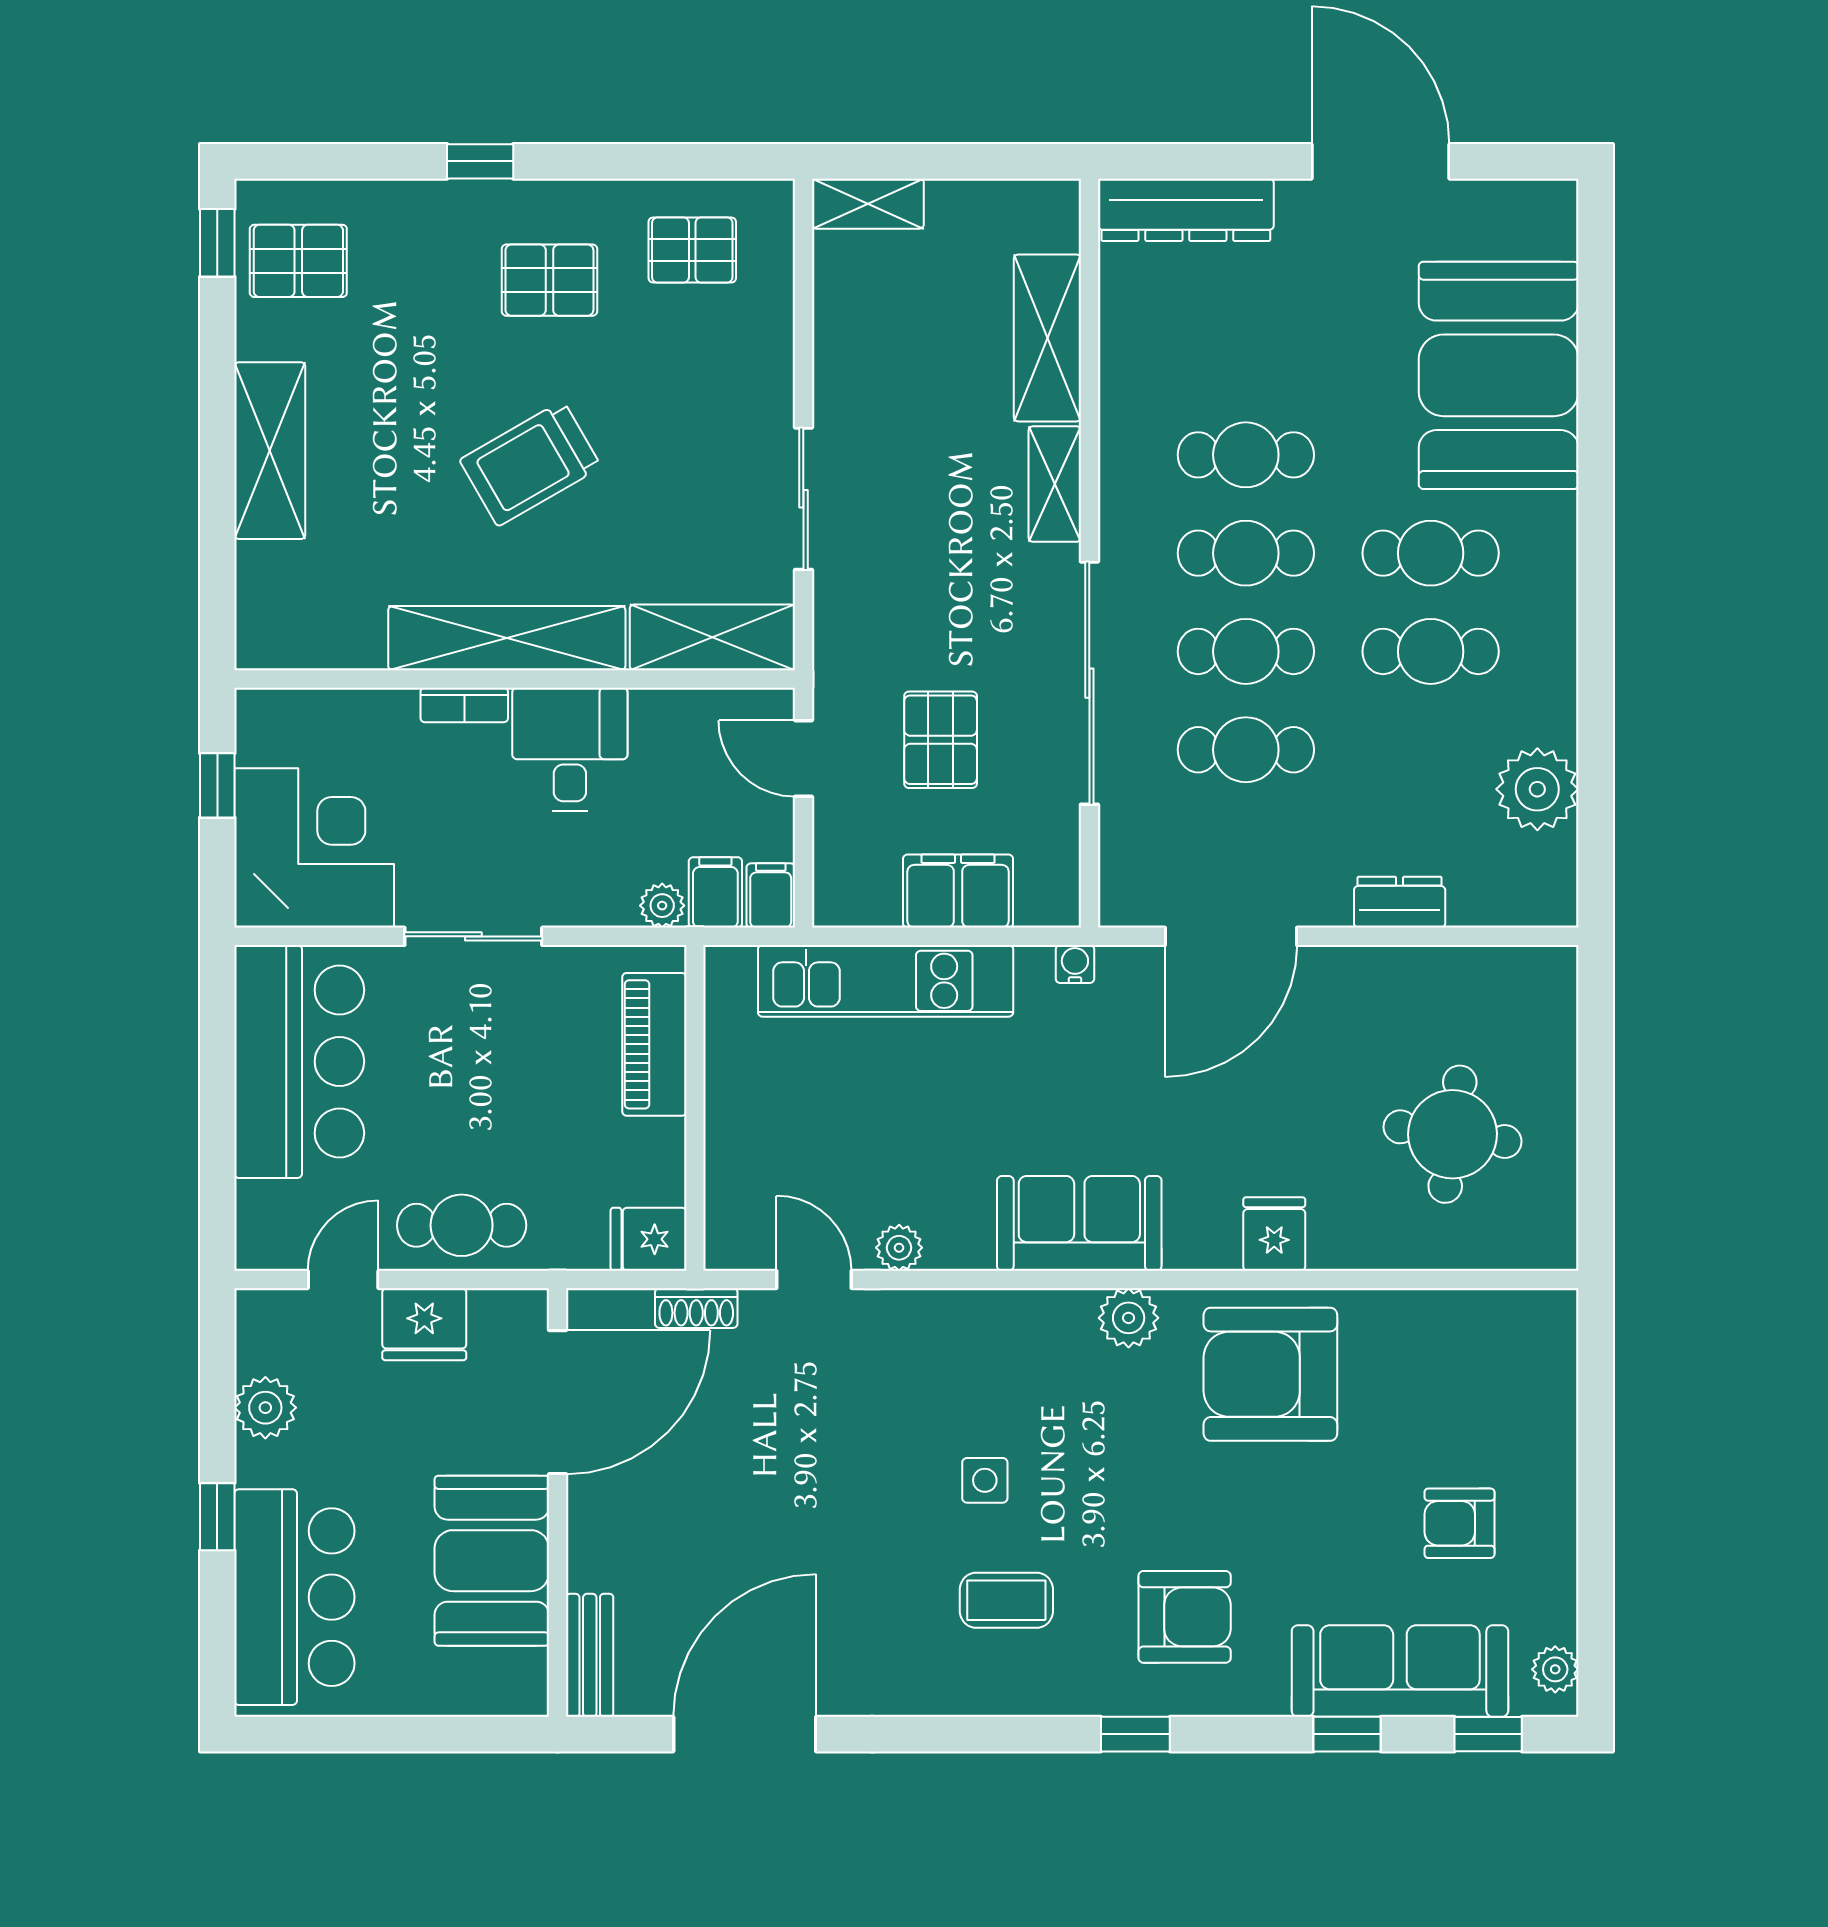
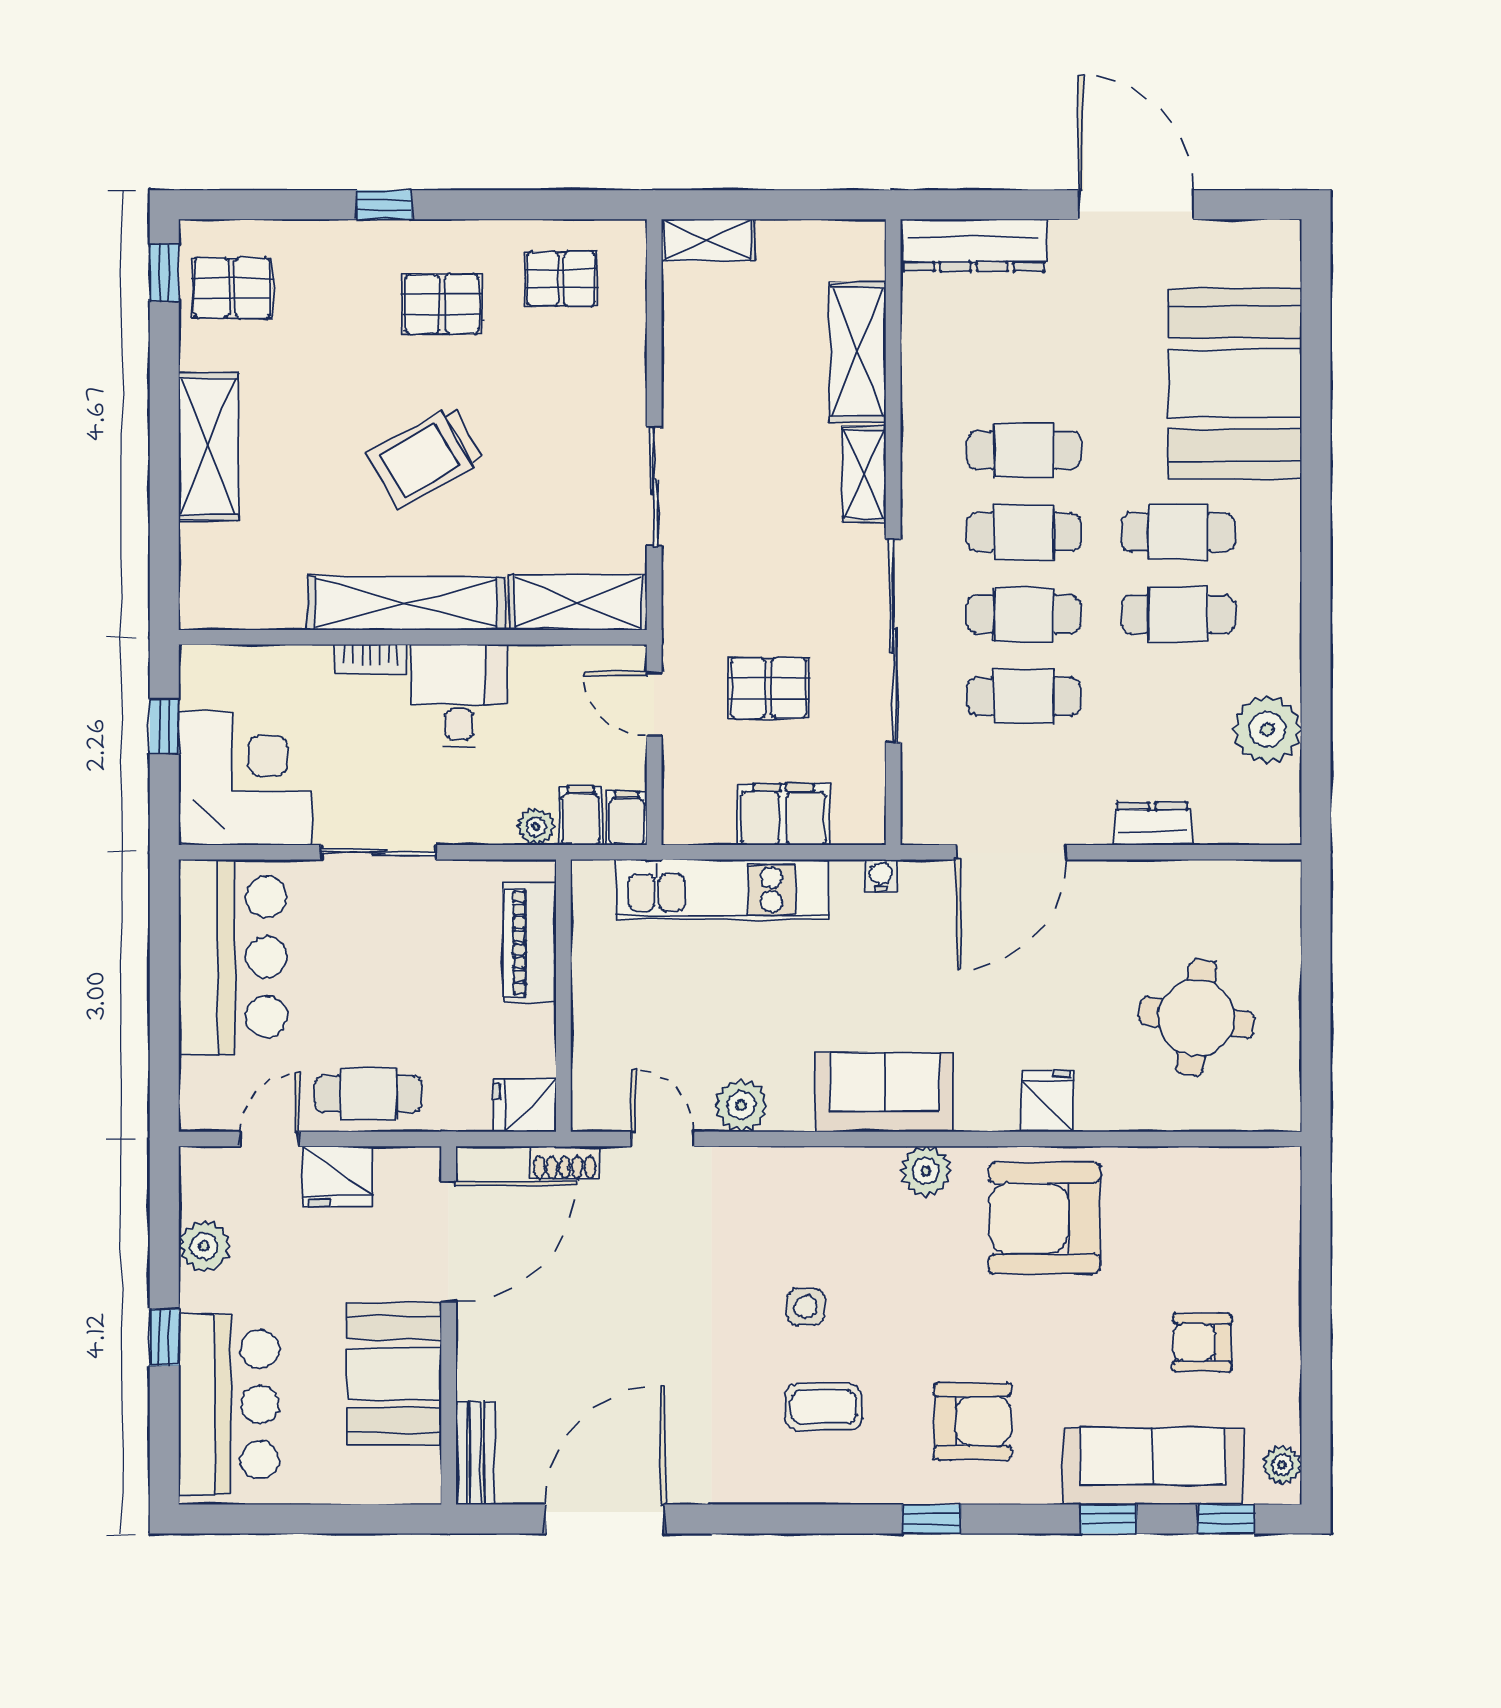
pallet: (941, 740) -> (769, 688), turned 90
plant: (899, 1248) -> (741, 1105), width x1.38, depth x1.38

